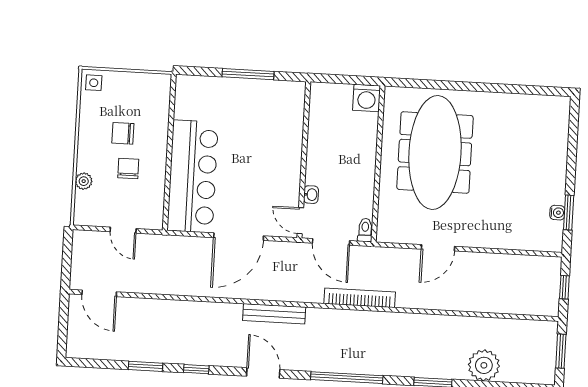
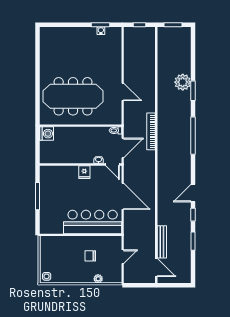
chair: (123, 133) -> (72, 260), removed
fridge: (289, 166) -> (84, 172), added
door: (300, 221) -> (113, 165), hinge flipped
door: (99, 293) -> (156, 267), hinge flipped
bench: (274, 314) -> (162, 242), moved
plant: (484, 365) -> (183, 82), moved
door: (263, 373) -> (193, 193), moved

